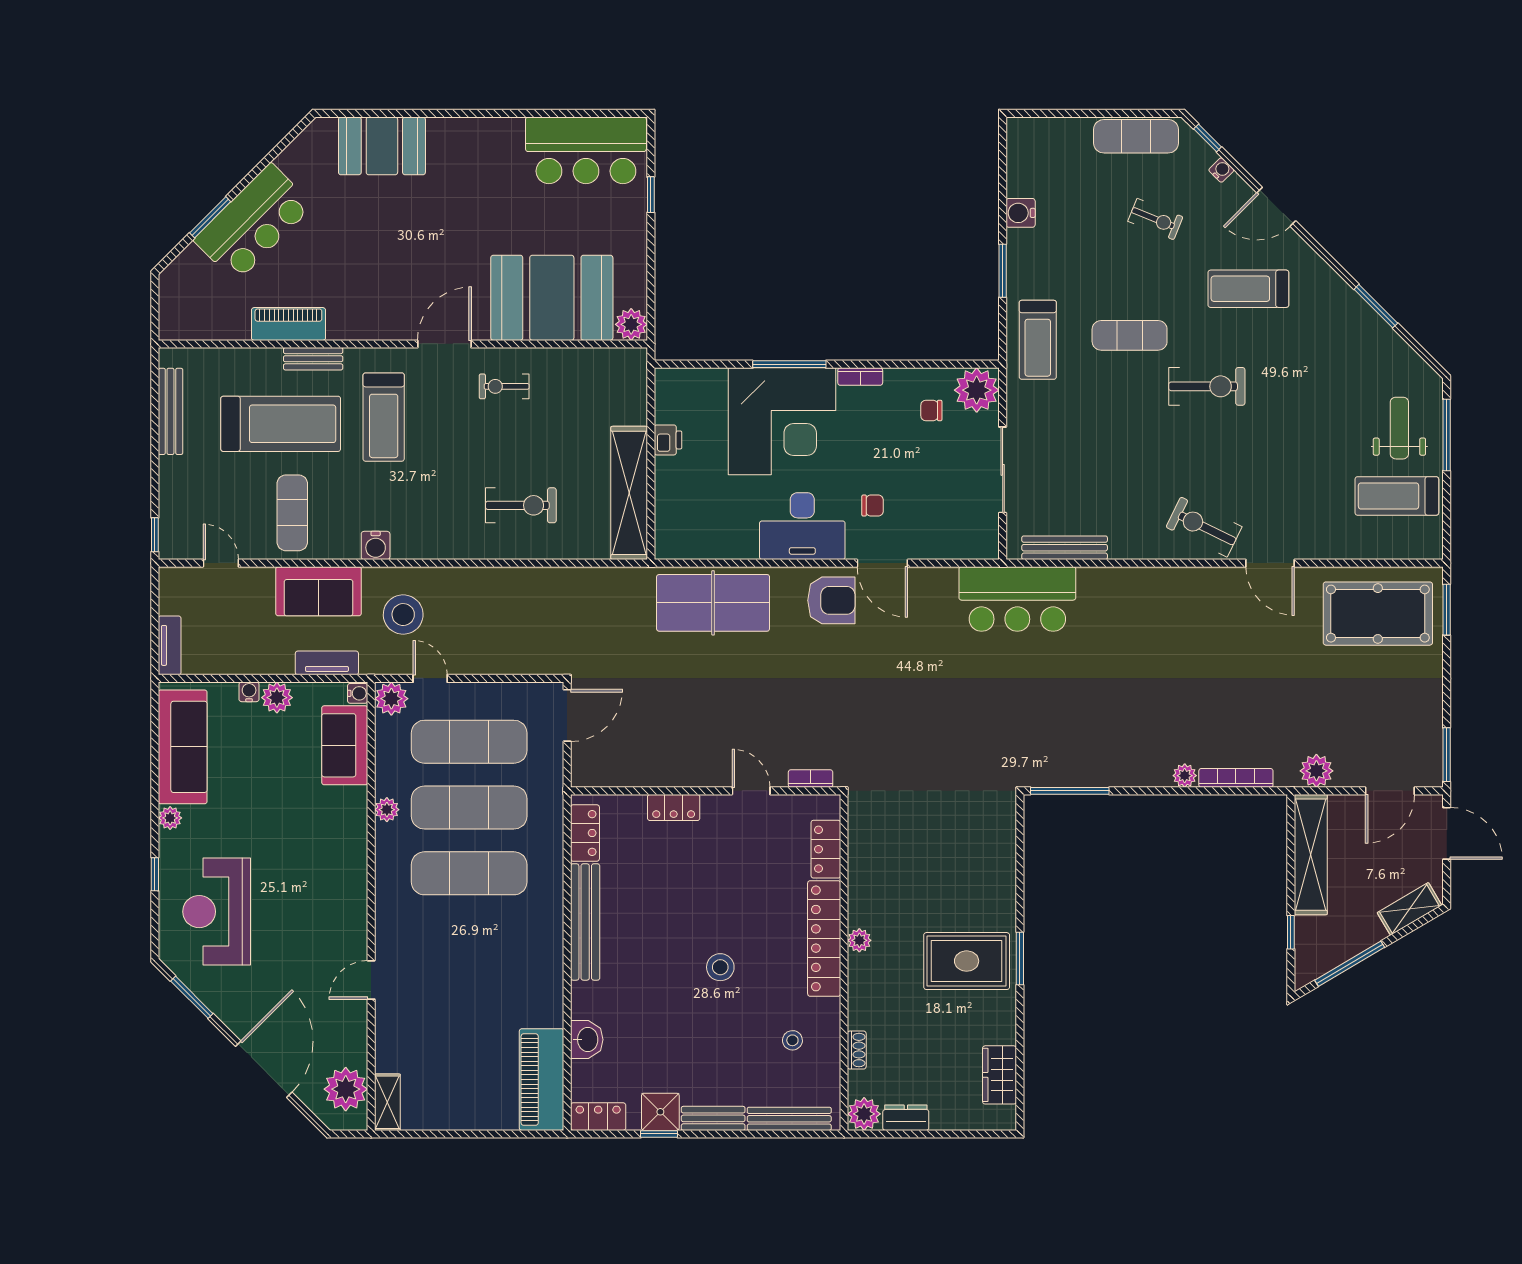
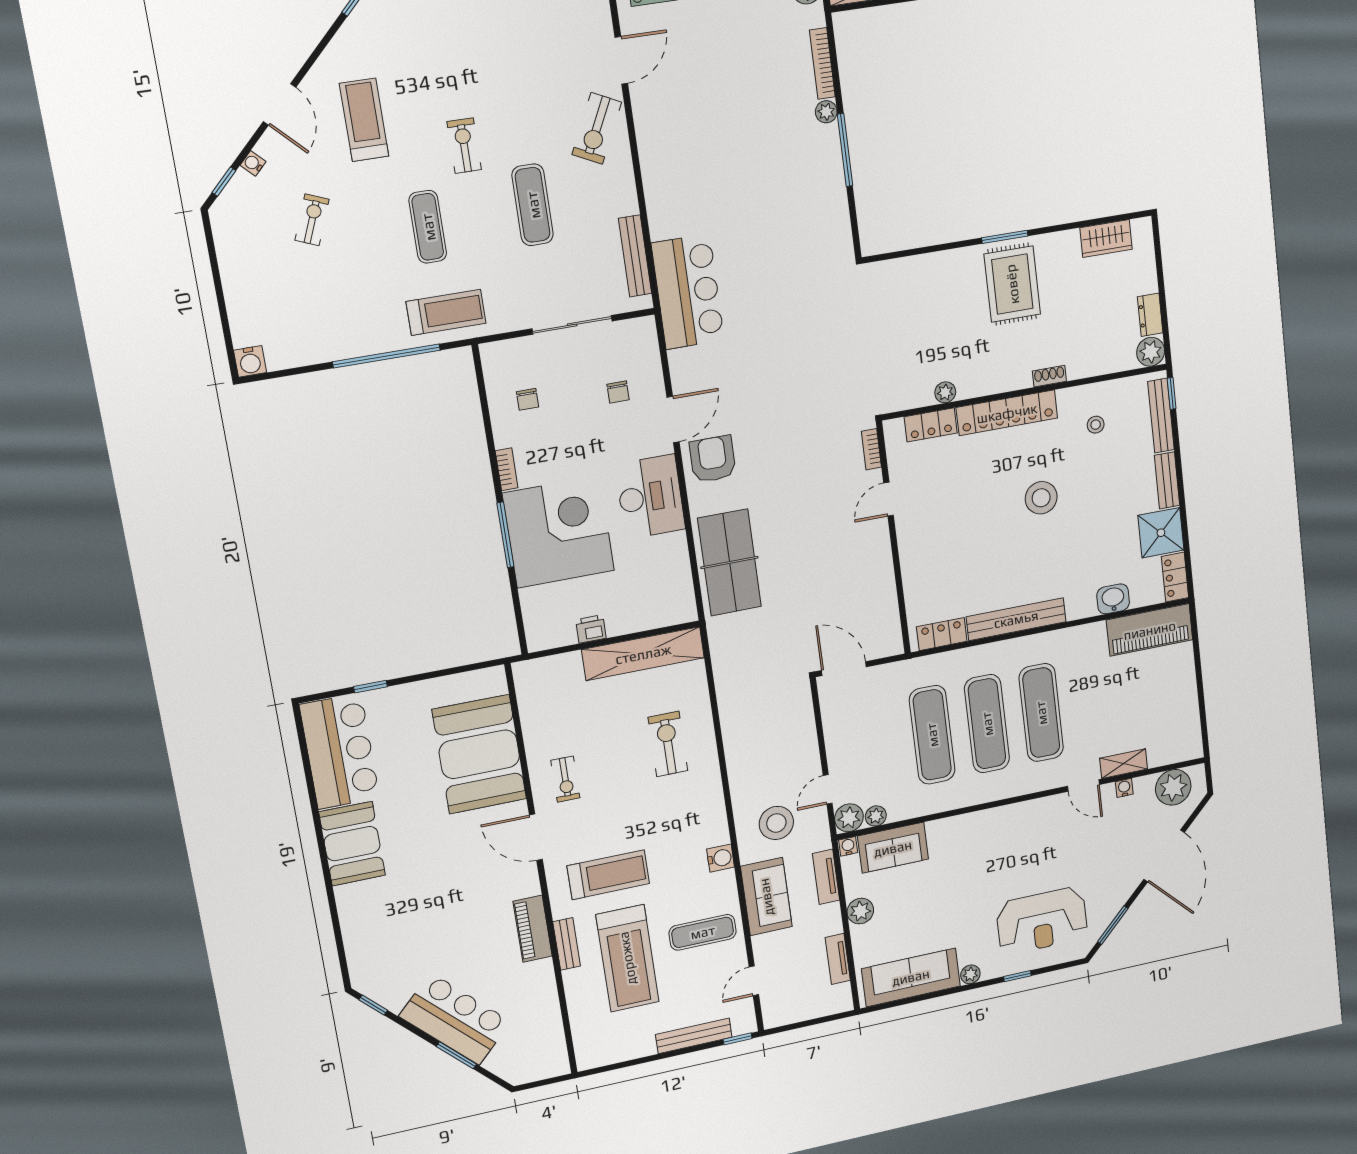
exercise mat: (1136, 136) -> (533, 205), moved
window: (290, 137) -> (373, 1005), added
booth: (382, 146) -> (352, 844), moved
water cooler: (1021, 213) -> (250, 361), moved
window: (1003, 271) -> (386, 356), width x2.11
treadmill: (1248, 289) -> (364, 120), turned 180
piano: (288, 324) -> (533, 929), moved
plant: (631, 324) -> (492, 681), removed
exercise bike: (1207, 386) -> (464, 146), width x0.73, depth x0.72
plant: (977, 390) -> (502, 361), removed
bench: (170, 411) -> (694, 1036), moved
treadmill: (281, 424) -> (627, 958), turned 180
chair: (873, 506) -> (618, 392), moved, turned 180
tv unit: (170, 645) -> (838, 959), moved, turned -90
water cooler: (249, 692) -> (1124, 788), moved, turned 90
exercise mat: (469, 742) -> (1041, 713), moved
window: (1070, 791) -> (845, 150), moved
locker: (674, 808) -> (911, 563), removed
plant: (387, 810) -> (876, 816), moved
plant: (859, 940) -> (945, 392), moved
stool: (720, 967) -> (1041, 498), width x1.38, depth x1.38
shoe rack: (857, 1050) -> (1049, 376), moved
door: (264, 1069) -> (1164, 856), swing flipped
shelving: (387, 1102) -> (1124, 764), moved
shower: (660, 1112) -> (1161, 533), width x1.36, depth x1.36
window: (659, 1134) -> (1172, 393), moved

